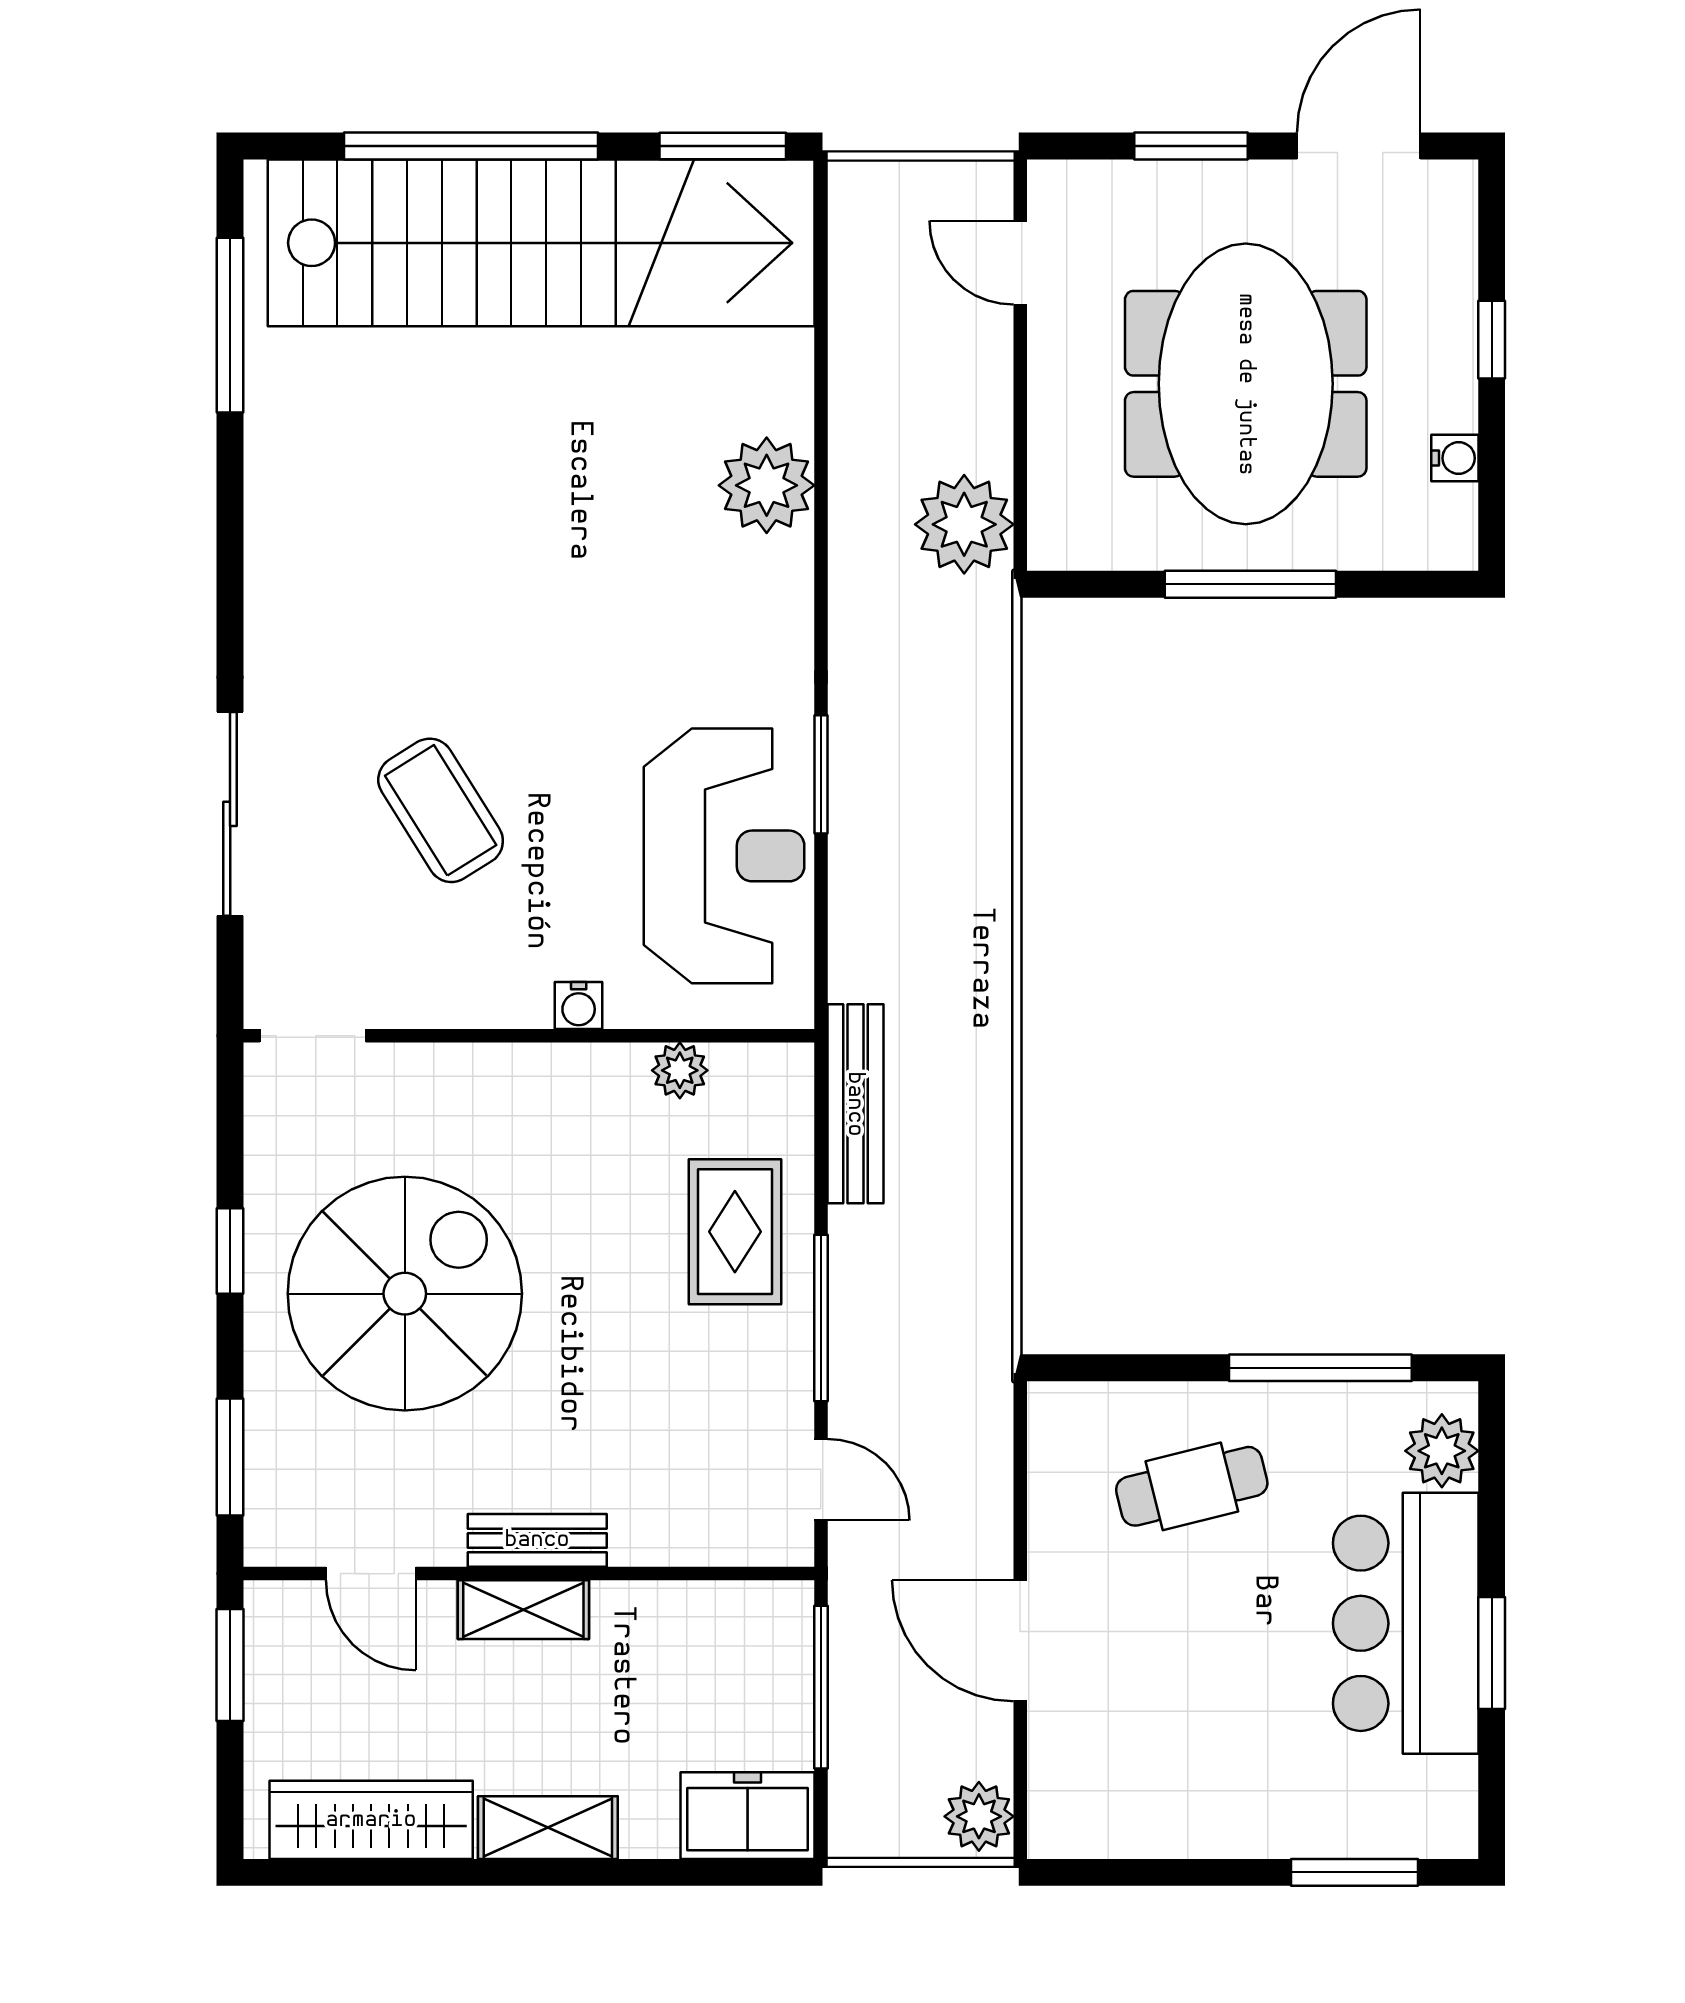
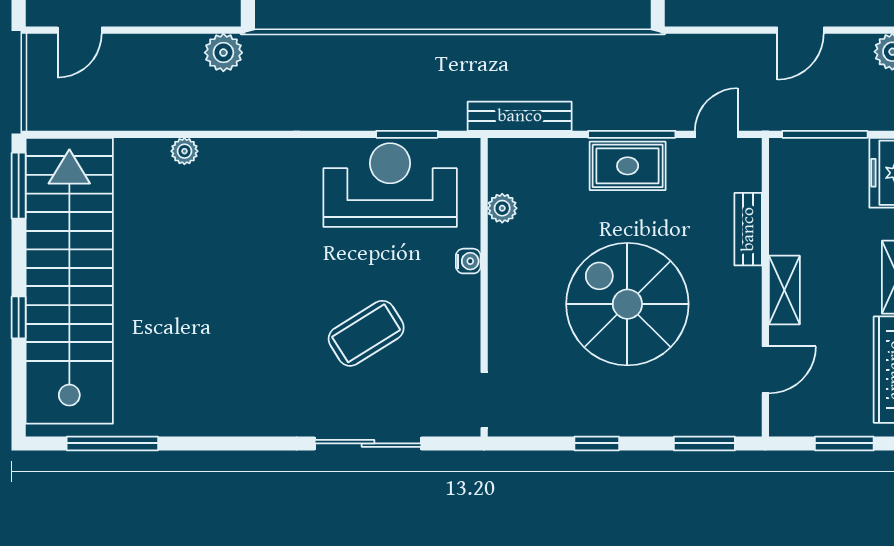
window: (471, 146) -> (19, 317), width x0.32
plant: (767, 485) -> (184, 151), width x0.53, depth x0.53
plant: (964, 524) -> (223, 53), width x0.73, depth x0.73
window: (821, 774) -> (407, 134), moved
rug: (735, 1232) -> (628, 166), moved
spiral stairs: (405, 1294) -> (627, 304), moved
bench: (537, 1540) -> (748, 229), moved
door: (1020, 1641) -> (801, 30), width x0.73
window: (230, 1665) -> (844, 443), moved

